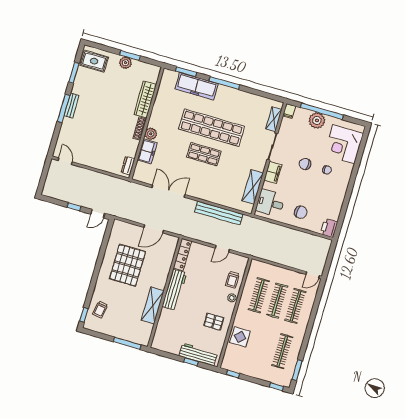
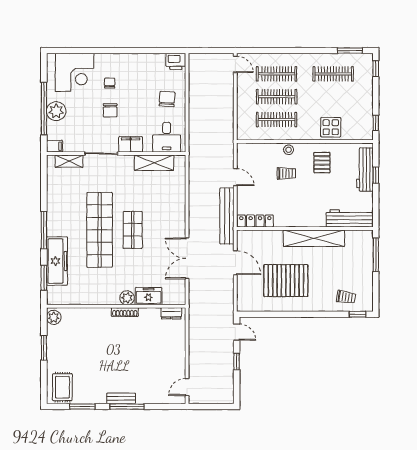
plant: (125, 63) -> (54, 317), moved
wardrobe: (145, 99) -> (89, 316), removed
bench: (219, 213) -> (227, 216), moved
trolley: (232, 280) -> (286, 173), moved
workbench: (174, 290) -> (350, 218), moved
shelving: (153, 305) -> (314, 238), width x1.47

